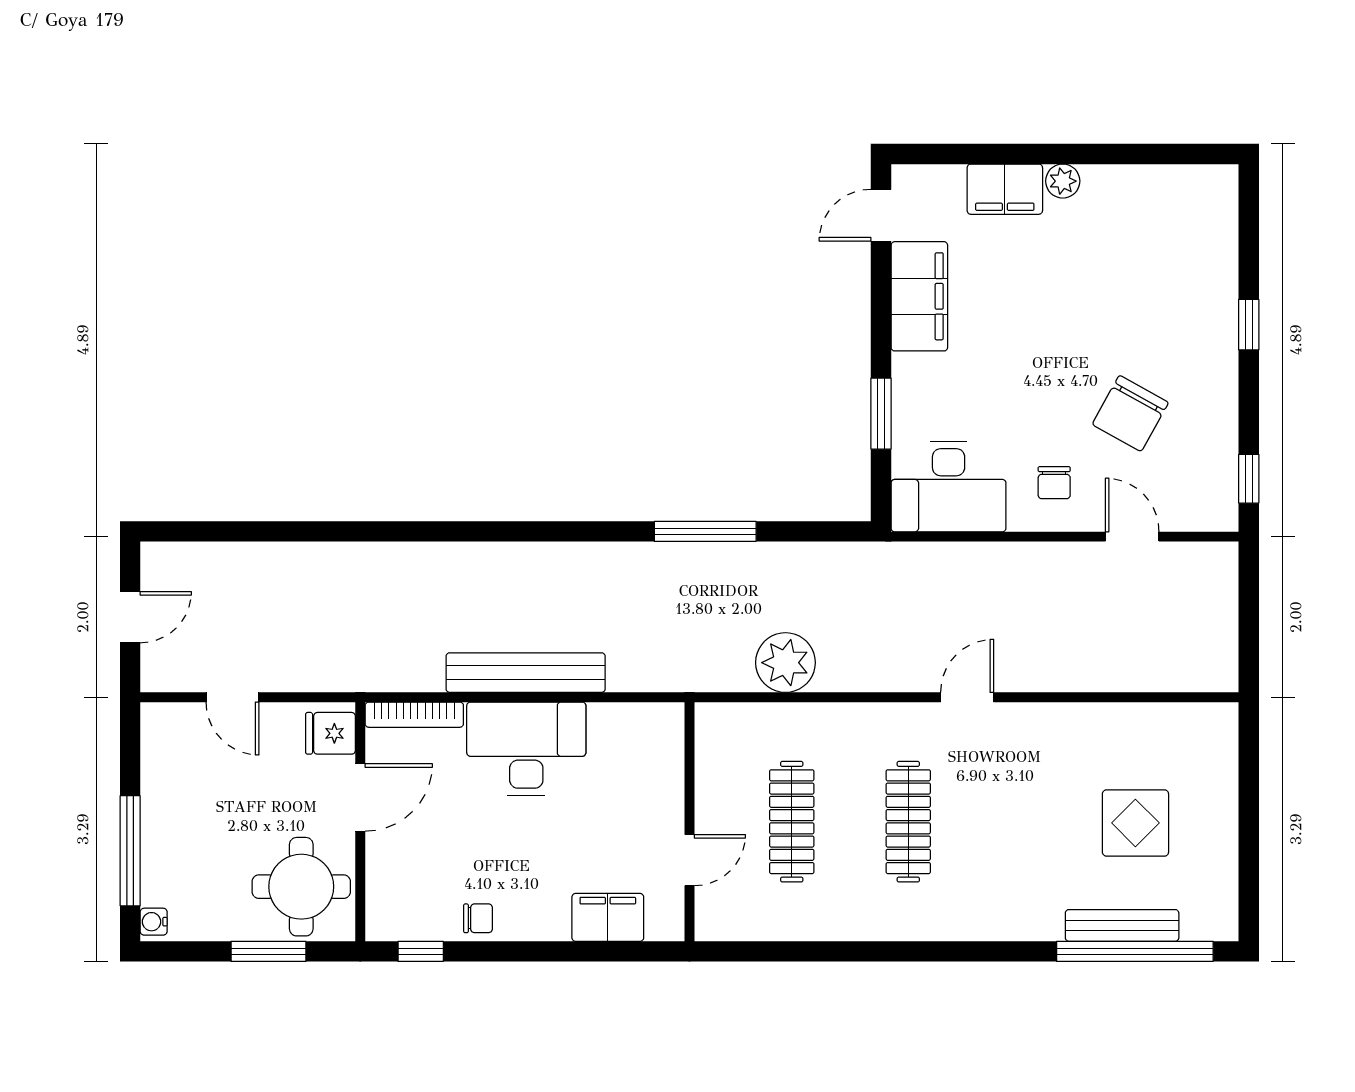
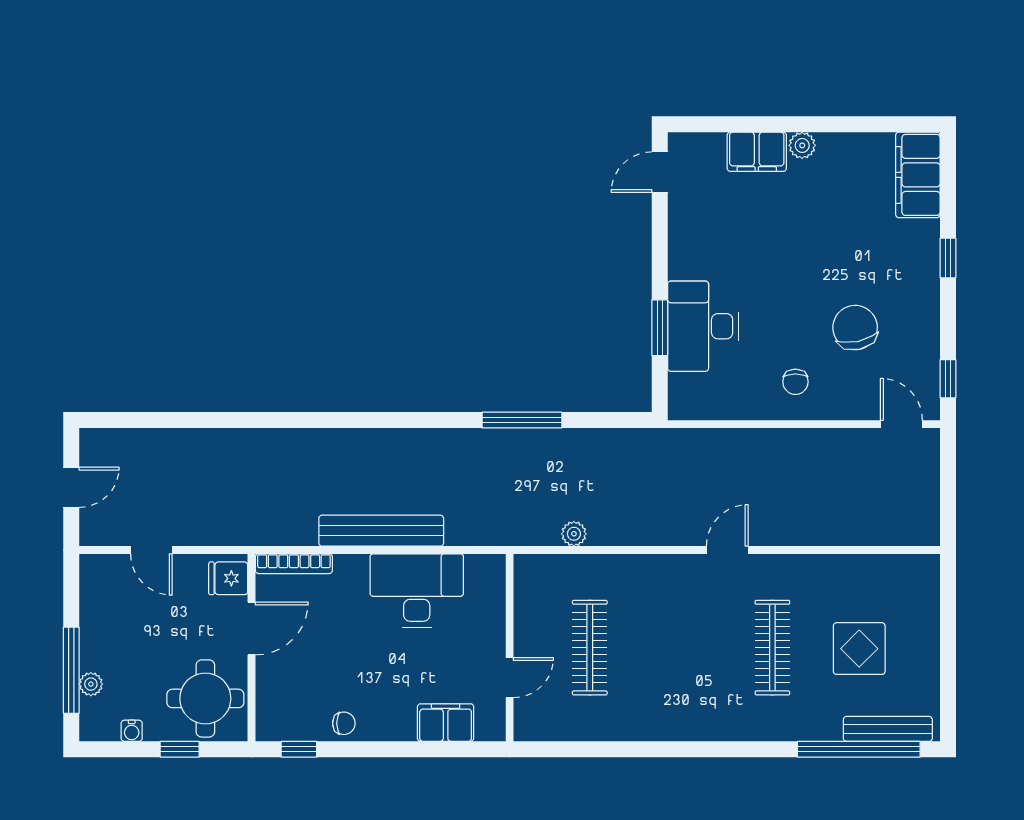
filing cabinet: (919, 296) -> (918, 175), moved, turned 180
chair: (1130, 413) -> (855, 328), turned 139
desk: (949, 487) -> (703, 326), moved, turned 90
door: (1132, 537) -> (901, 424), moved
plant: (785, 663) -> (574, 534), width x0.53, depth x0.53
desk: (526, 749) -> (417, 590), moved
clothes rail: (908, 822) -> (772, 648), moved
plant: (155, 868) -> (91, 684), added
water cooler: (154, 922) -> (132, 731), moved, turned -90
bench: (1122, 925) -> (888, 729), moved
window: (268, 951) -> (180, 749), width x0.67

